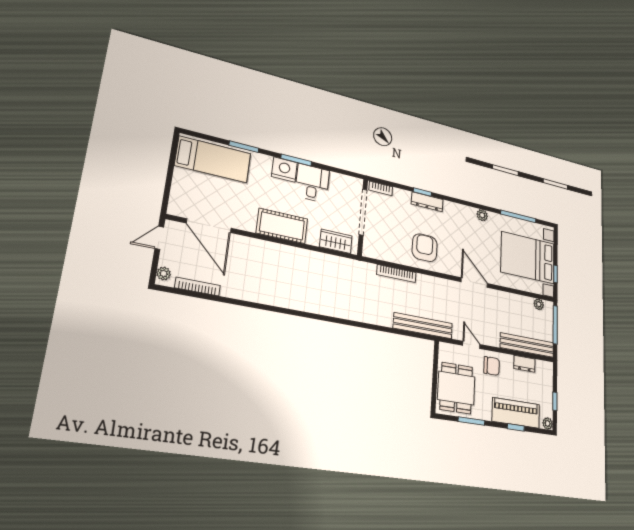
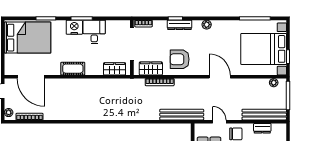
bed: (213, 159) -> (28, 38), width x1.50
plant: (482, 215) -> (207, 25), moved
cot: (282, 226) -> (73, 69), width x0.73, depth x0.75
armchair: (425, 248) -> (180, 59), turned -90
wardrobe: (386, 252) -> (151, 68), added

